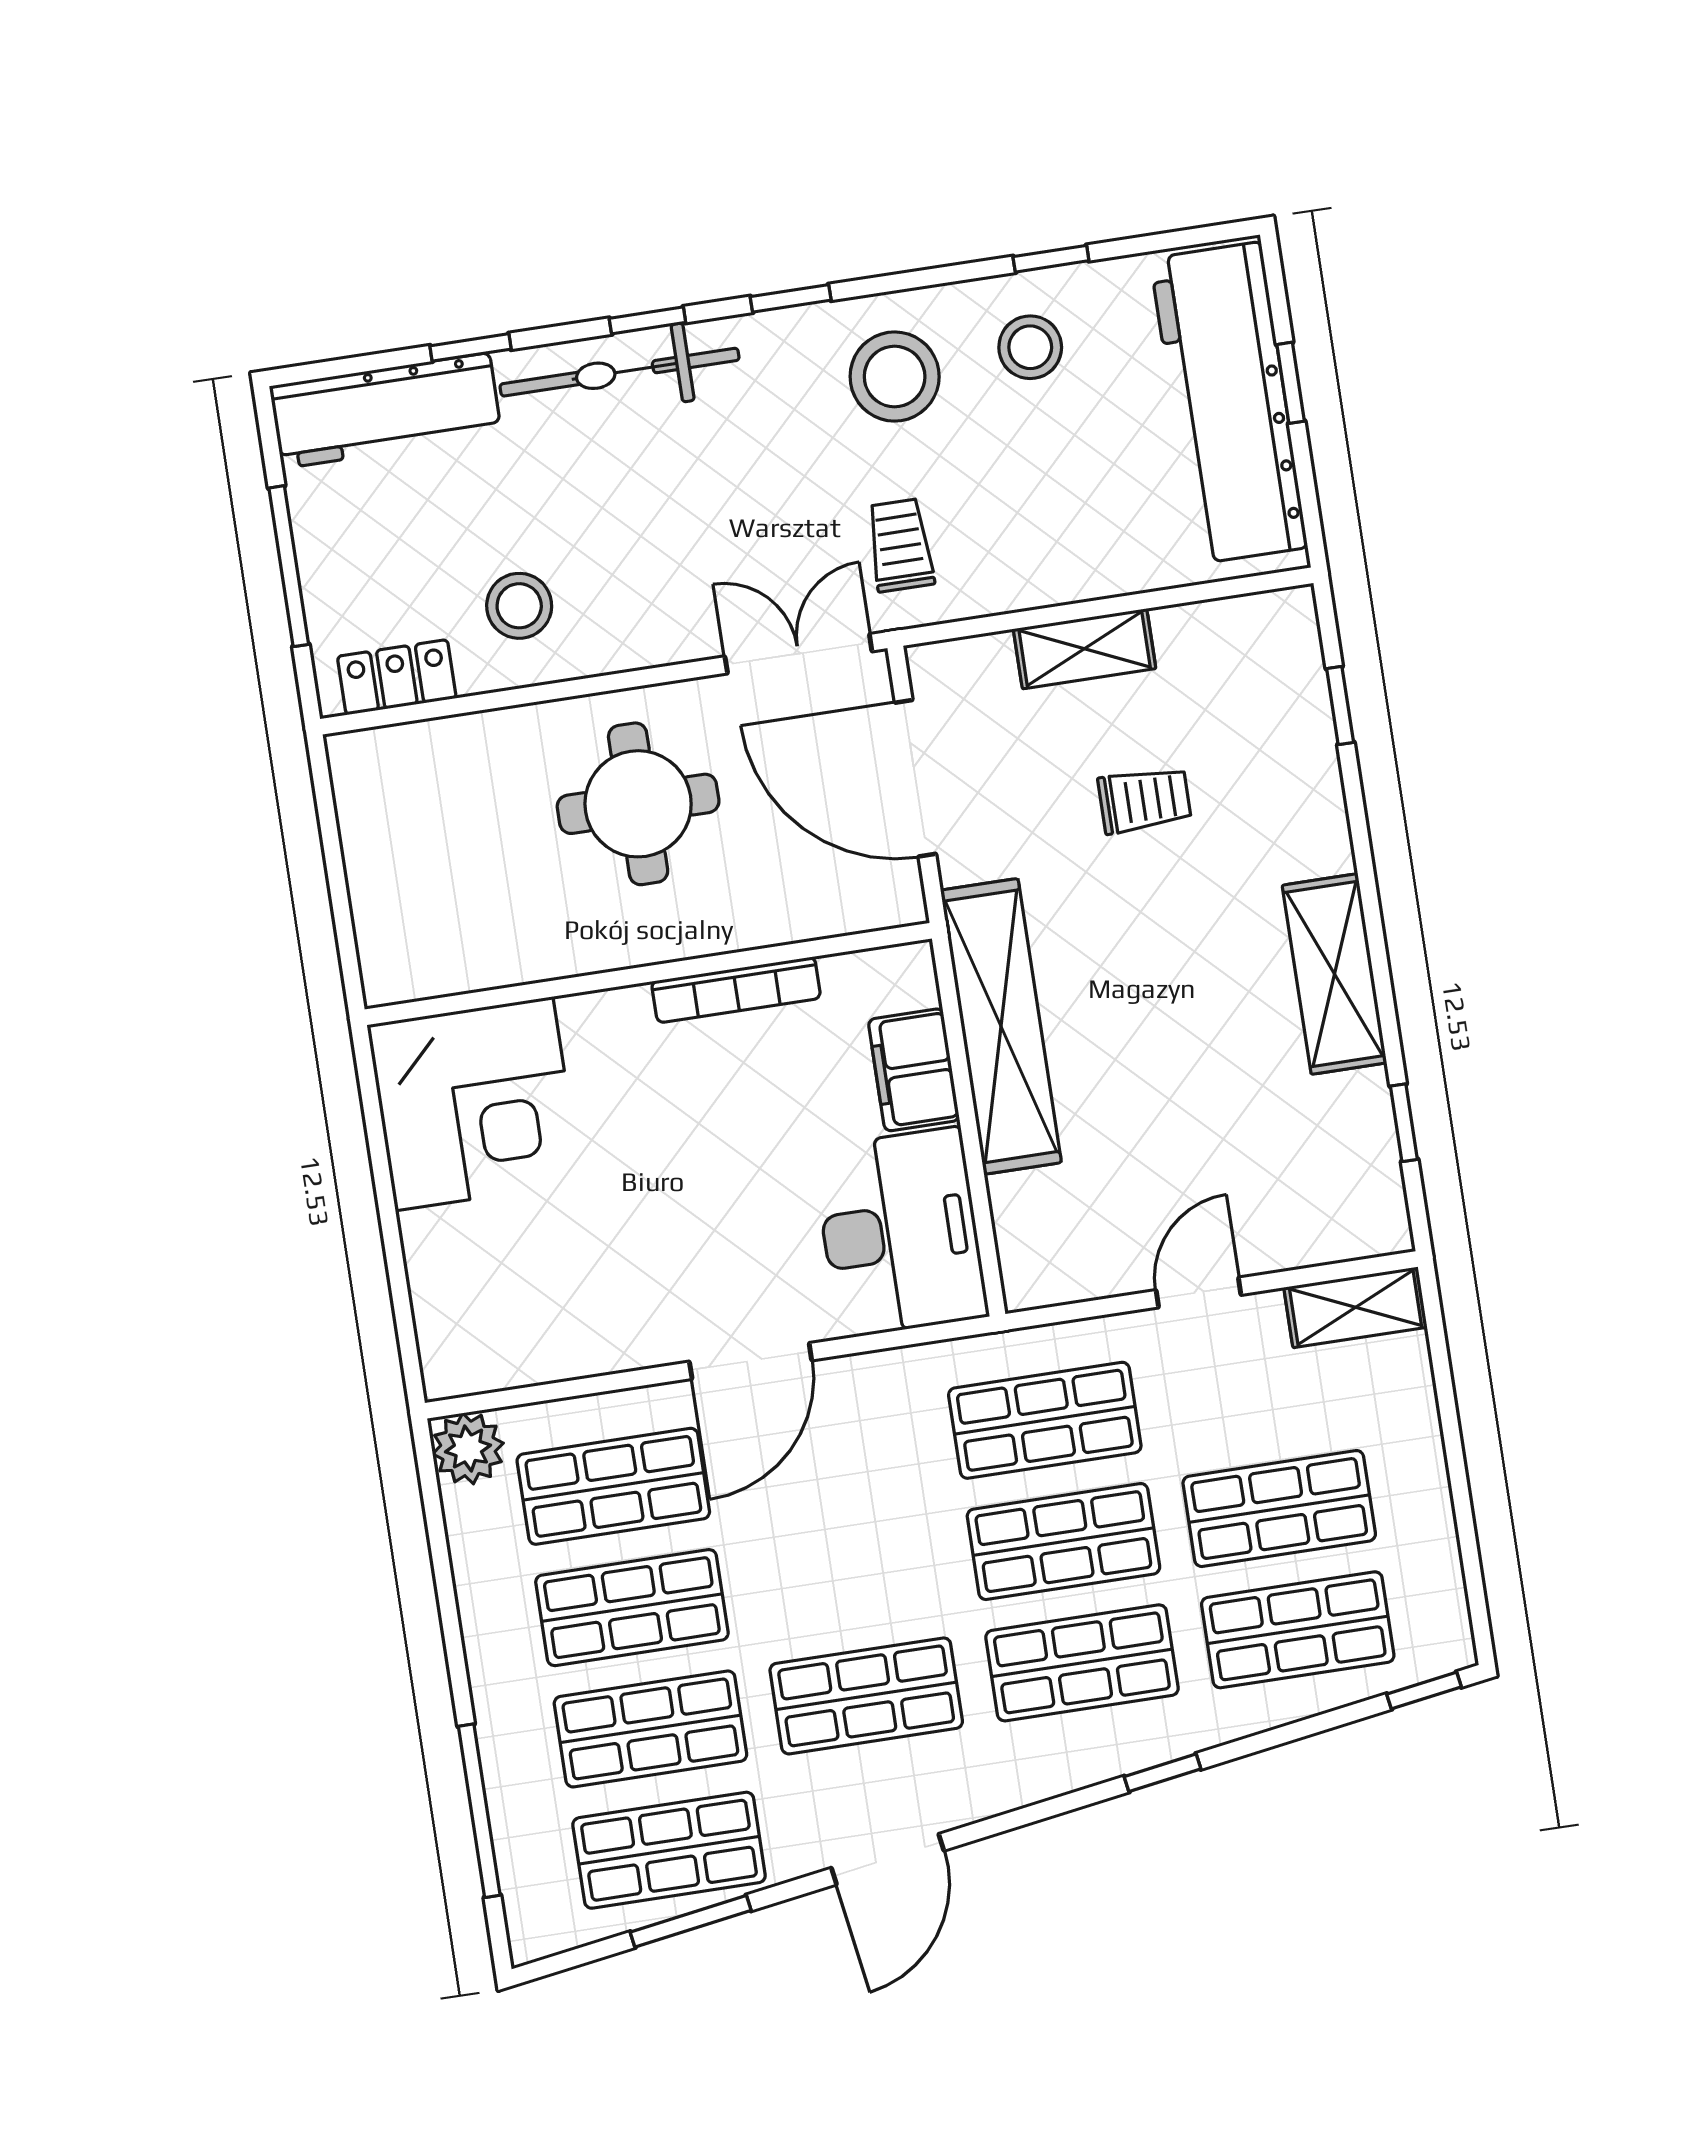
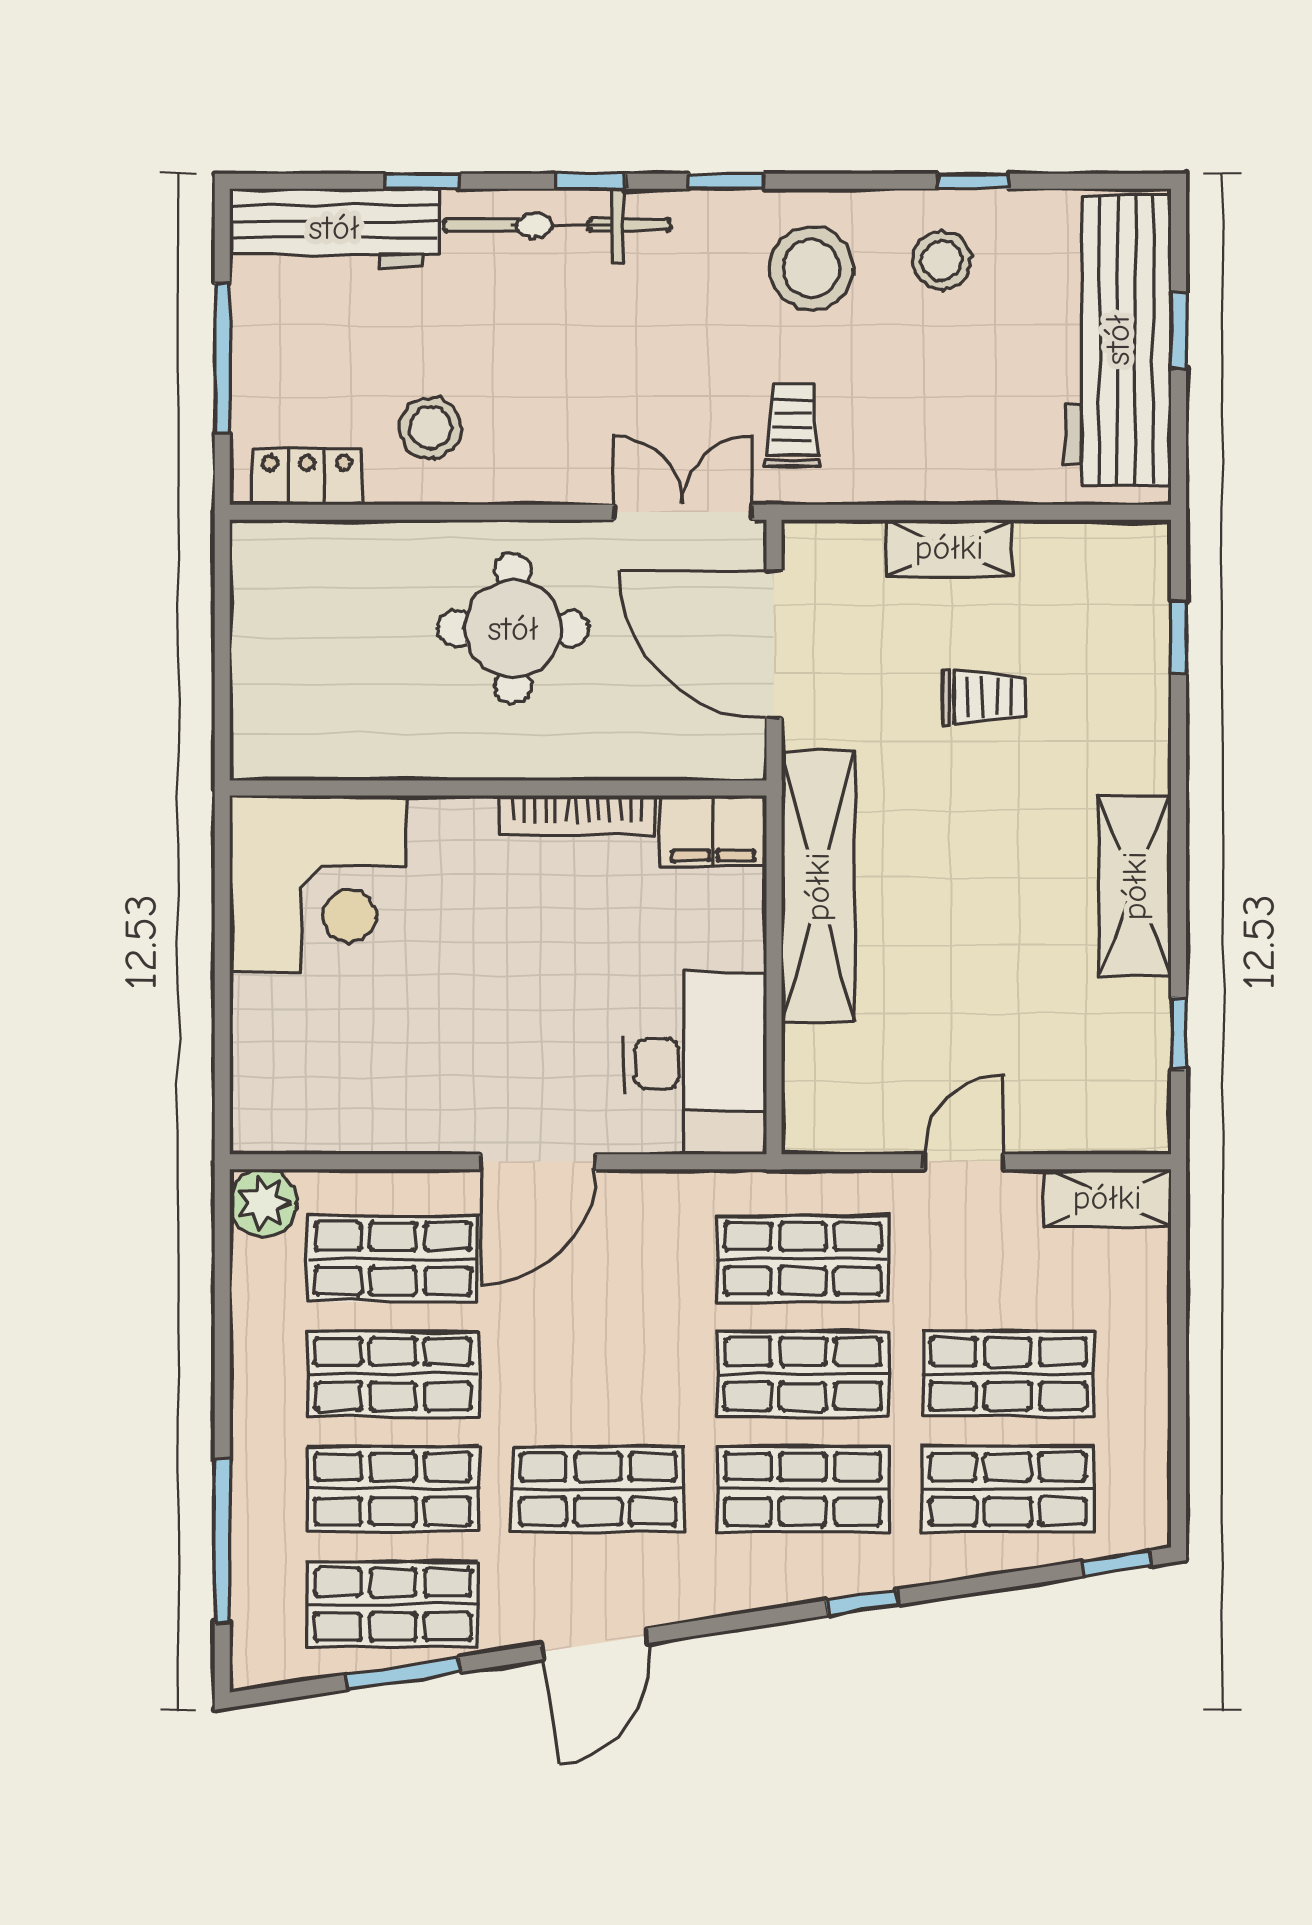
filing cabinet: (914, 1070) -> (713, 831), moved, turned -90

